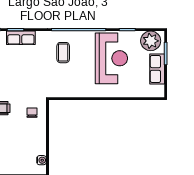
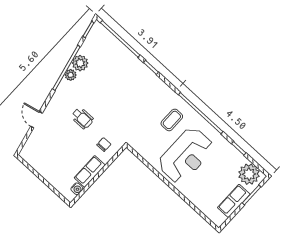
row of seats: (21, 38) -> (90, 171), moved, turned 90
reception desk: (111, 58) -> (186, 155), moved

